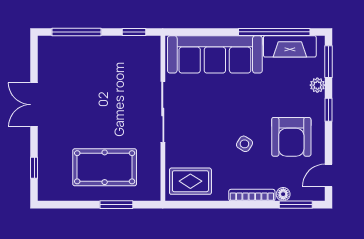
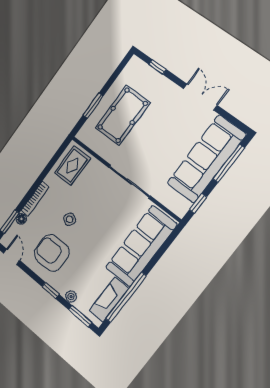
sofa: (88, 55) -> (206, 159), added

